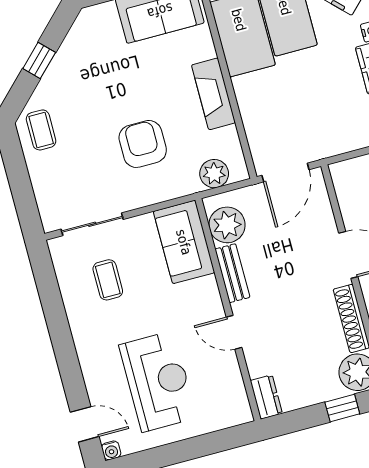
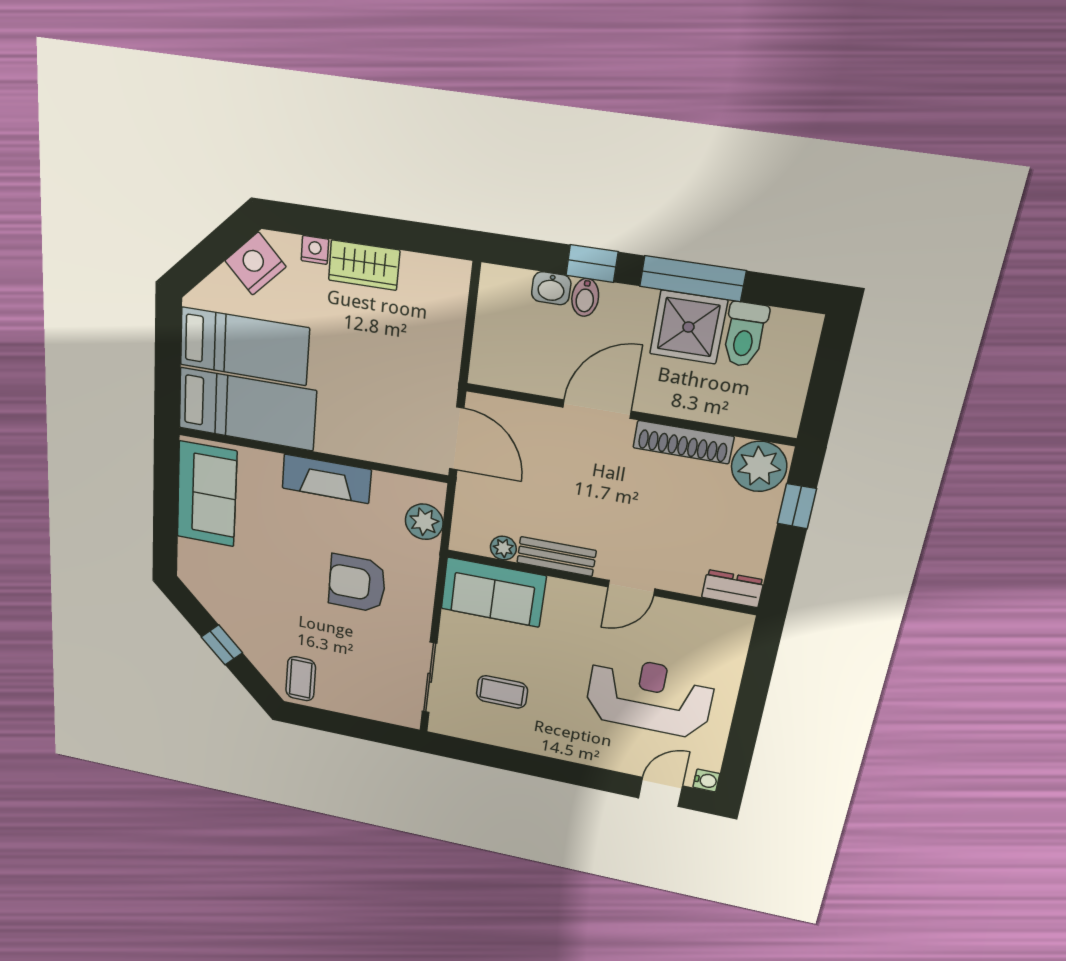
coffee table: (41, 130) -> (301, 679), turned 90
plant: (227, 225) -> (503, 548), width x0.53, depth x0.53

